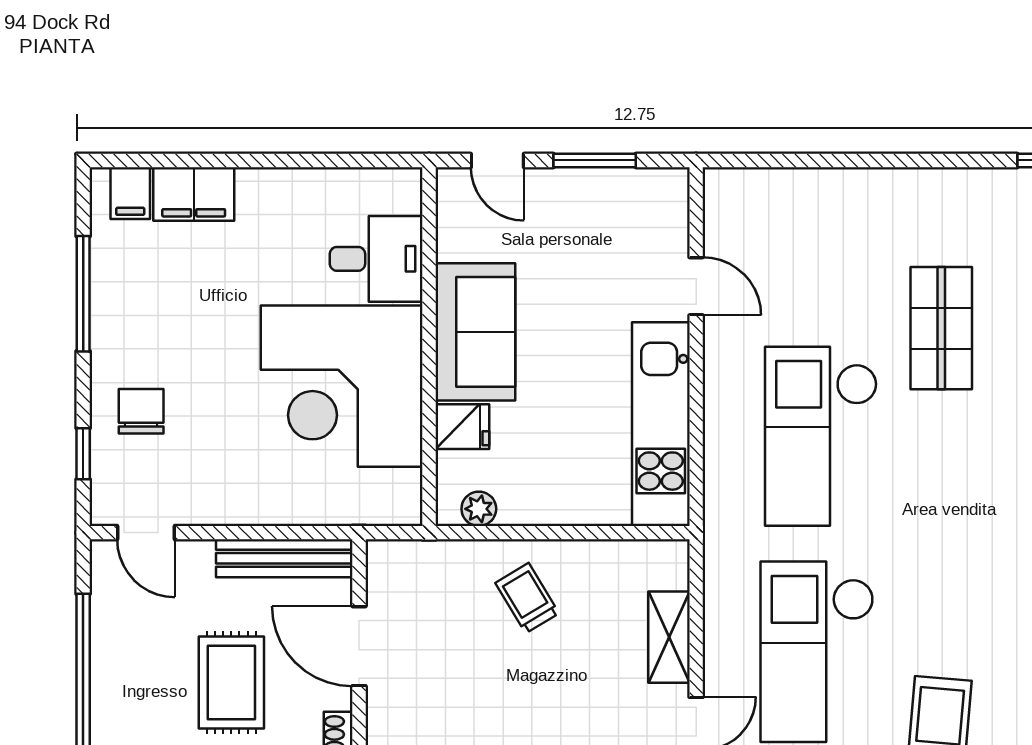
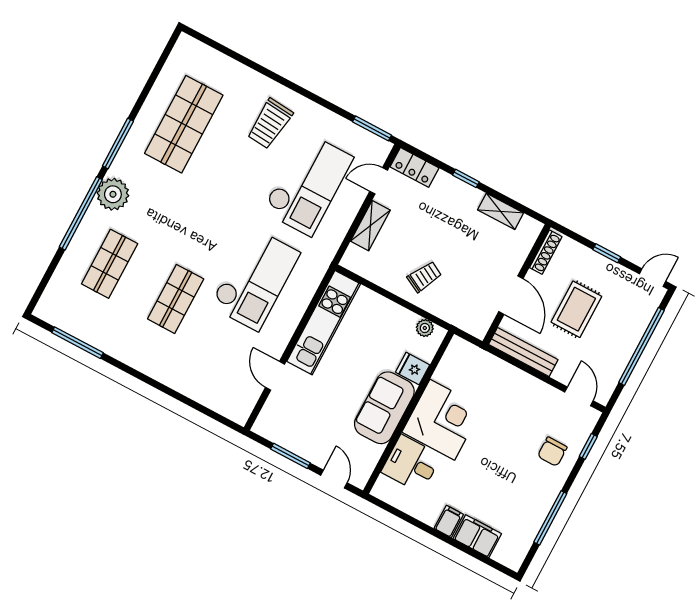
filing cabinet: (130, 193) -> (449, 521), moved
corner desk: (342, 386) -> (442, 420), width x0.74, depth x0.74
trolley: (527, 598) -> (424, 277), turned -121

